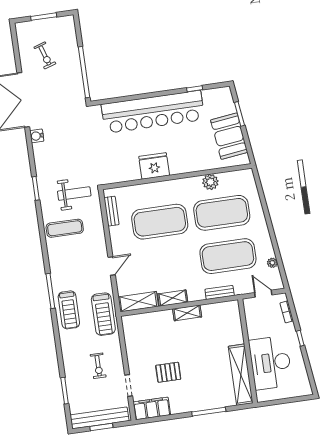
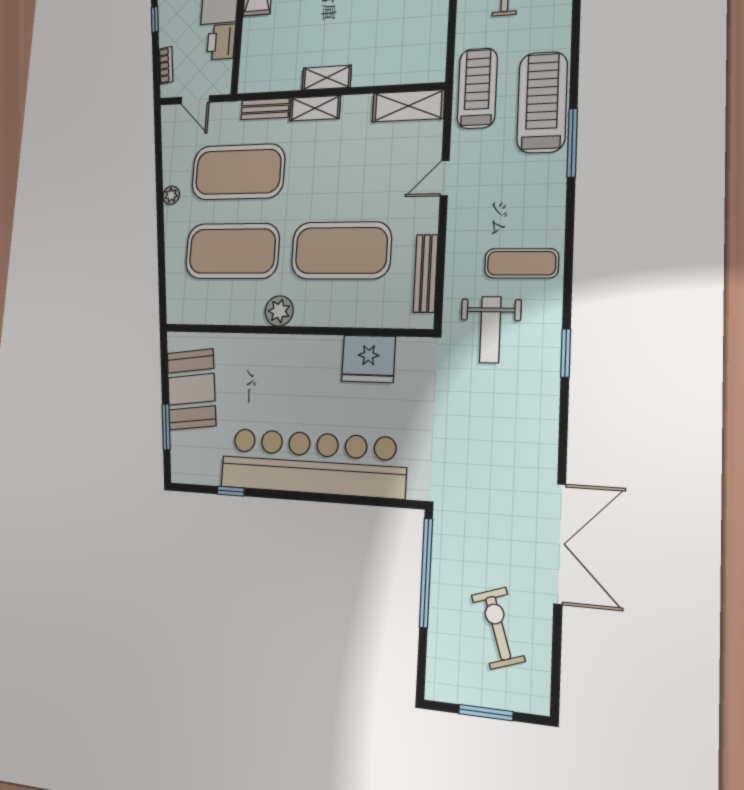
exercise bike: (45, 55) -> (498, 628), width x1.38, depth x1.39
water cooler: (37, 136) -> (545, 462), removed
fridge: (154, 166) -> (368, 359), moved
plant: (210, 182) -> (279, 311), moved
weight bench: (74, 194) -> (490, 330), turned -90
bench: (111, 211) -> (426, 273), width x1.36
plant: (272, 263) -> (171, 195), moved
shelving: (173, 298) -> (315, 108), moved
treadmill: (69, 310) -> (542, 102), width x1.37, depth x1.38
printer: (255, 328) -> (221, 42), added

